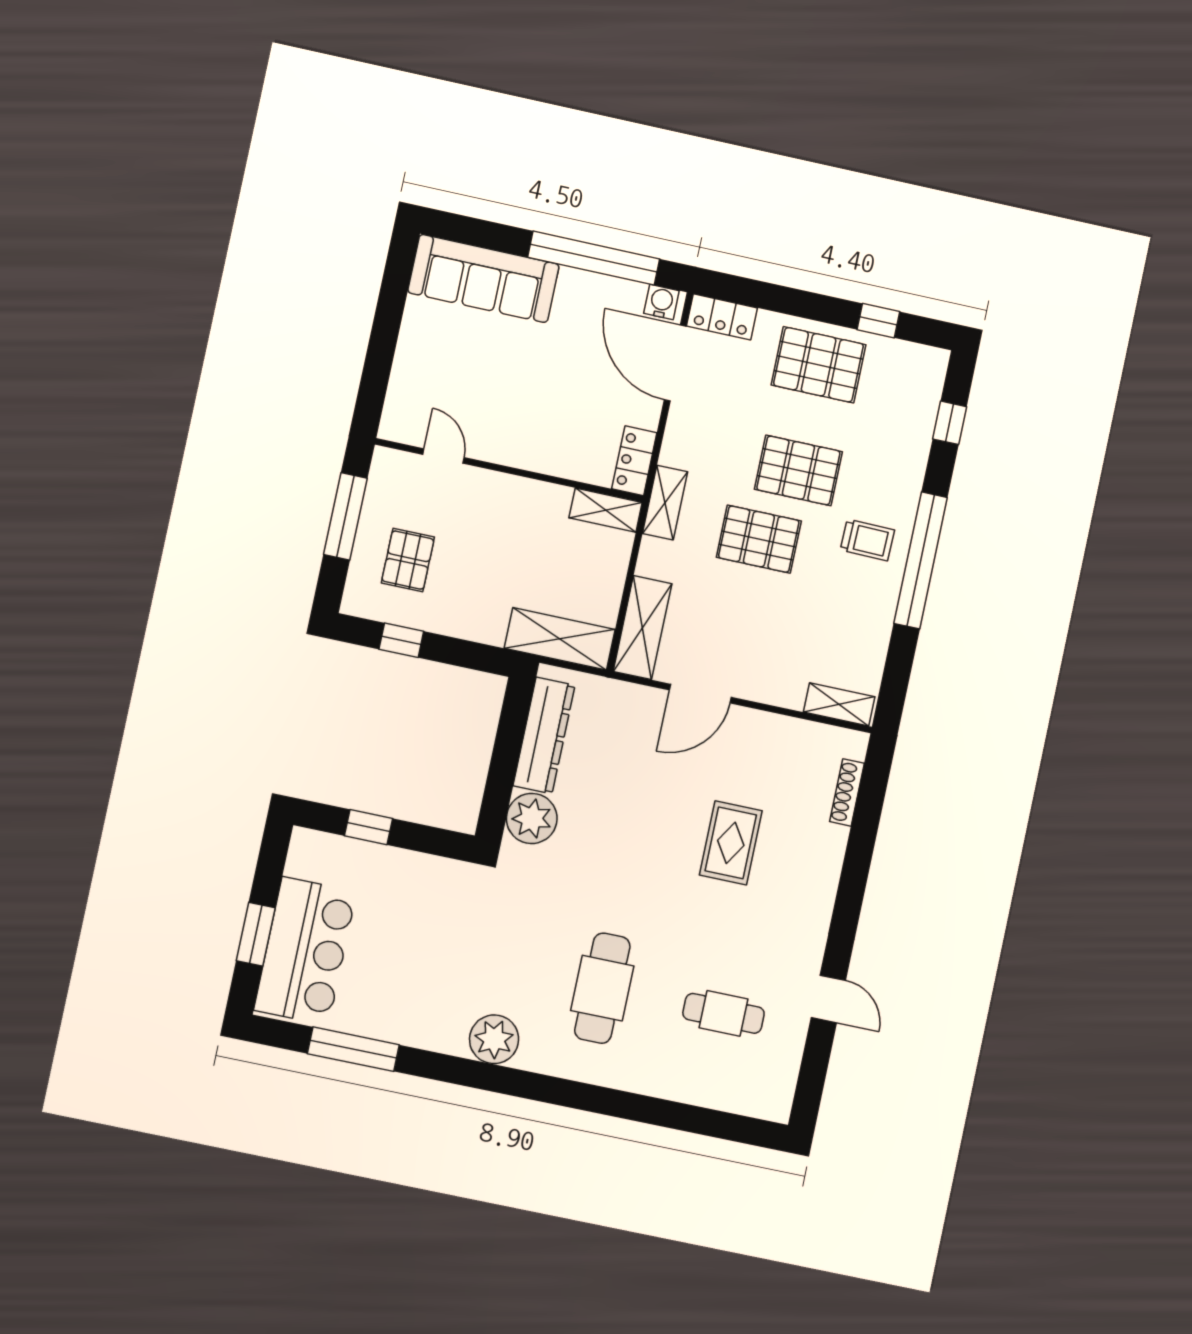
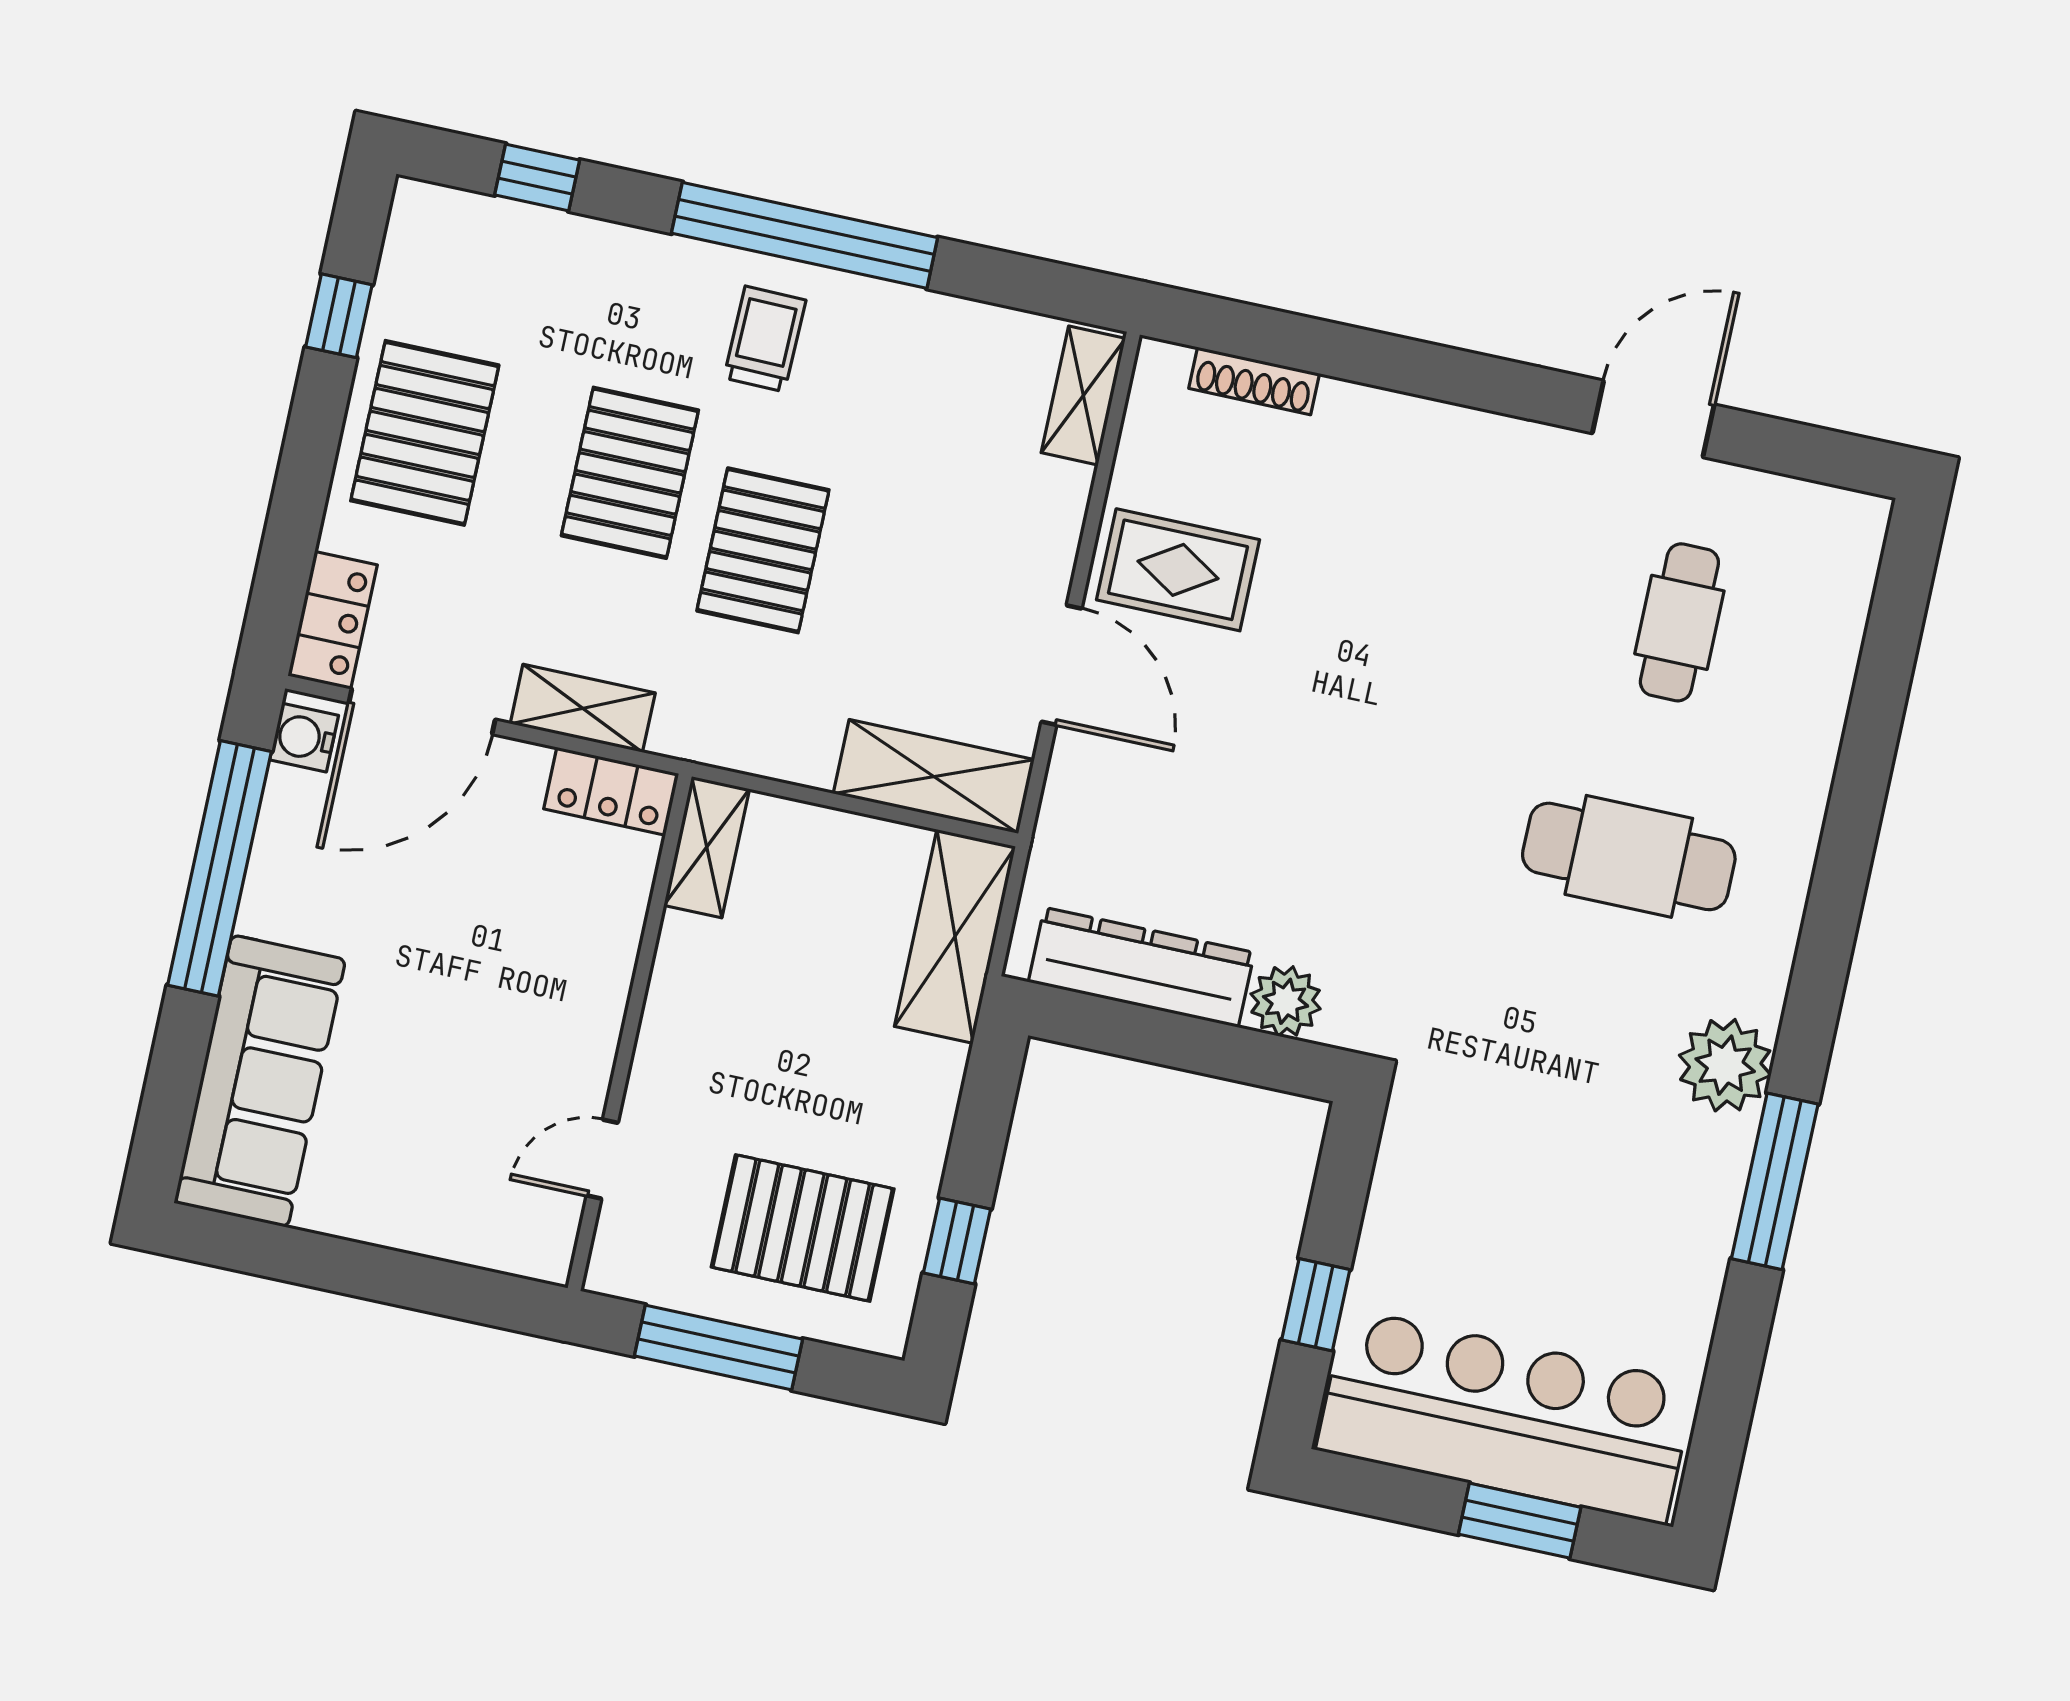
shelving: (665, 503) -> (583, 708), moved
pallet: (408, 560) -> (803, 1228), width x1.50, depth x1.42
plant: (532, 818) -> (1286, 1001), width x0.73, depth x0.73
rug: (731, 843) -> (1178, 570), moved
bar counter: (305, 951) -> (1506, 1416), width x1.36
door: (828, 999) -> (1653, 419), width x1.38
window: (353, 1049) -> (1775, 1181), moved

